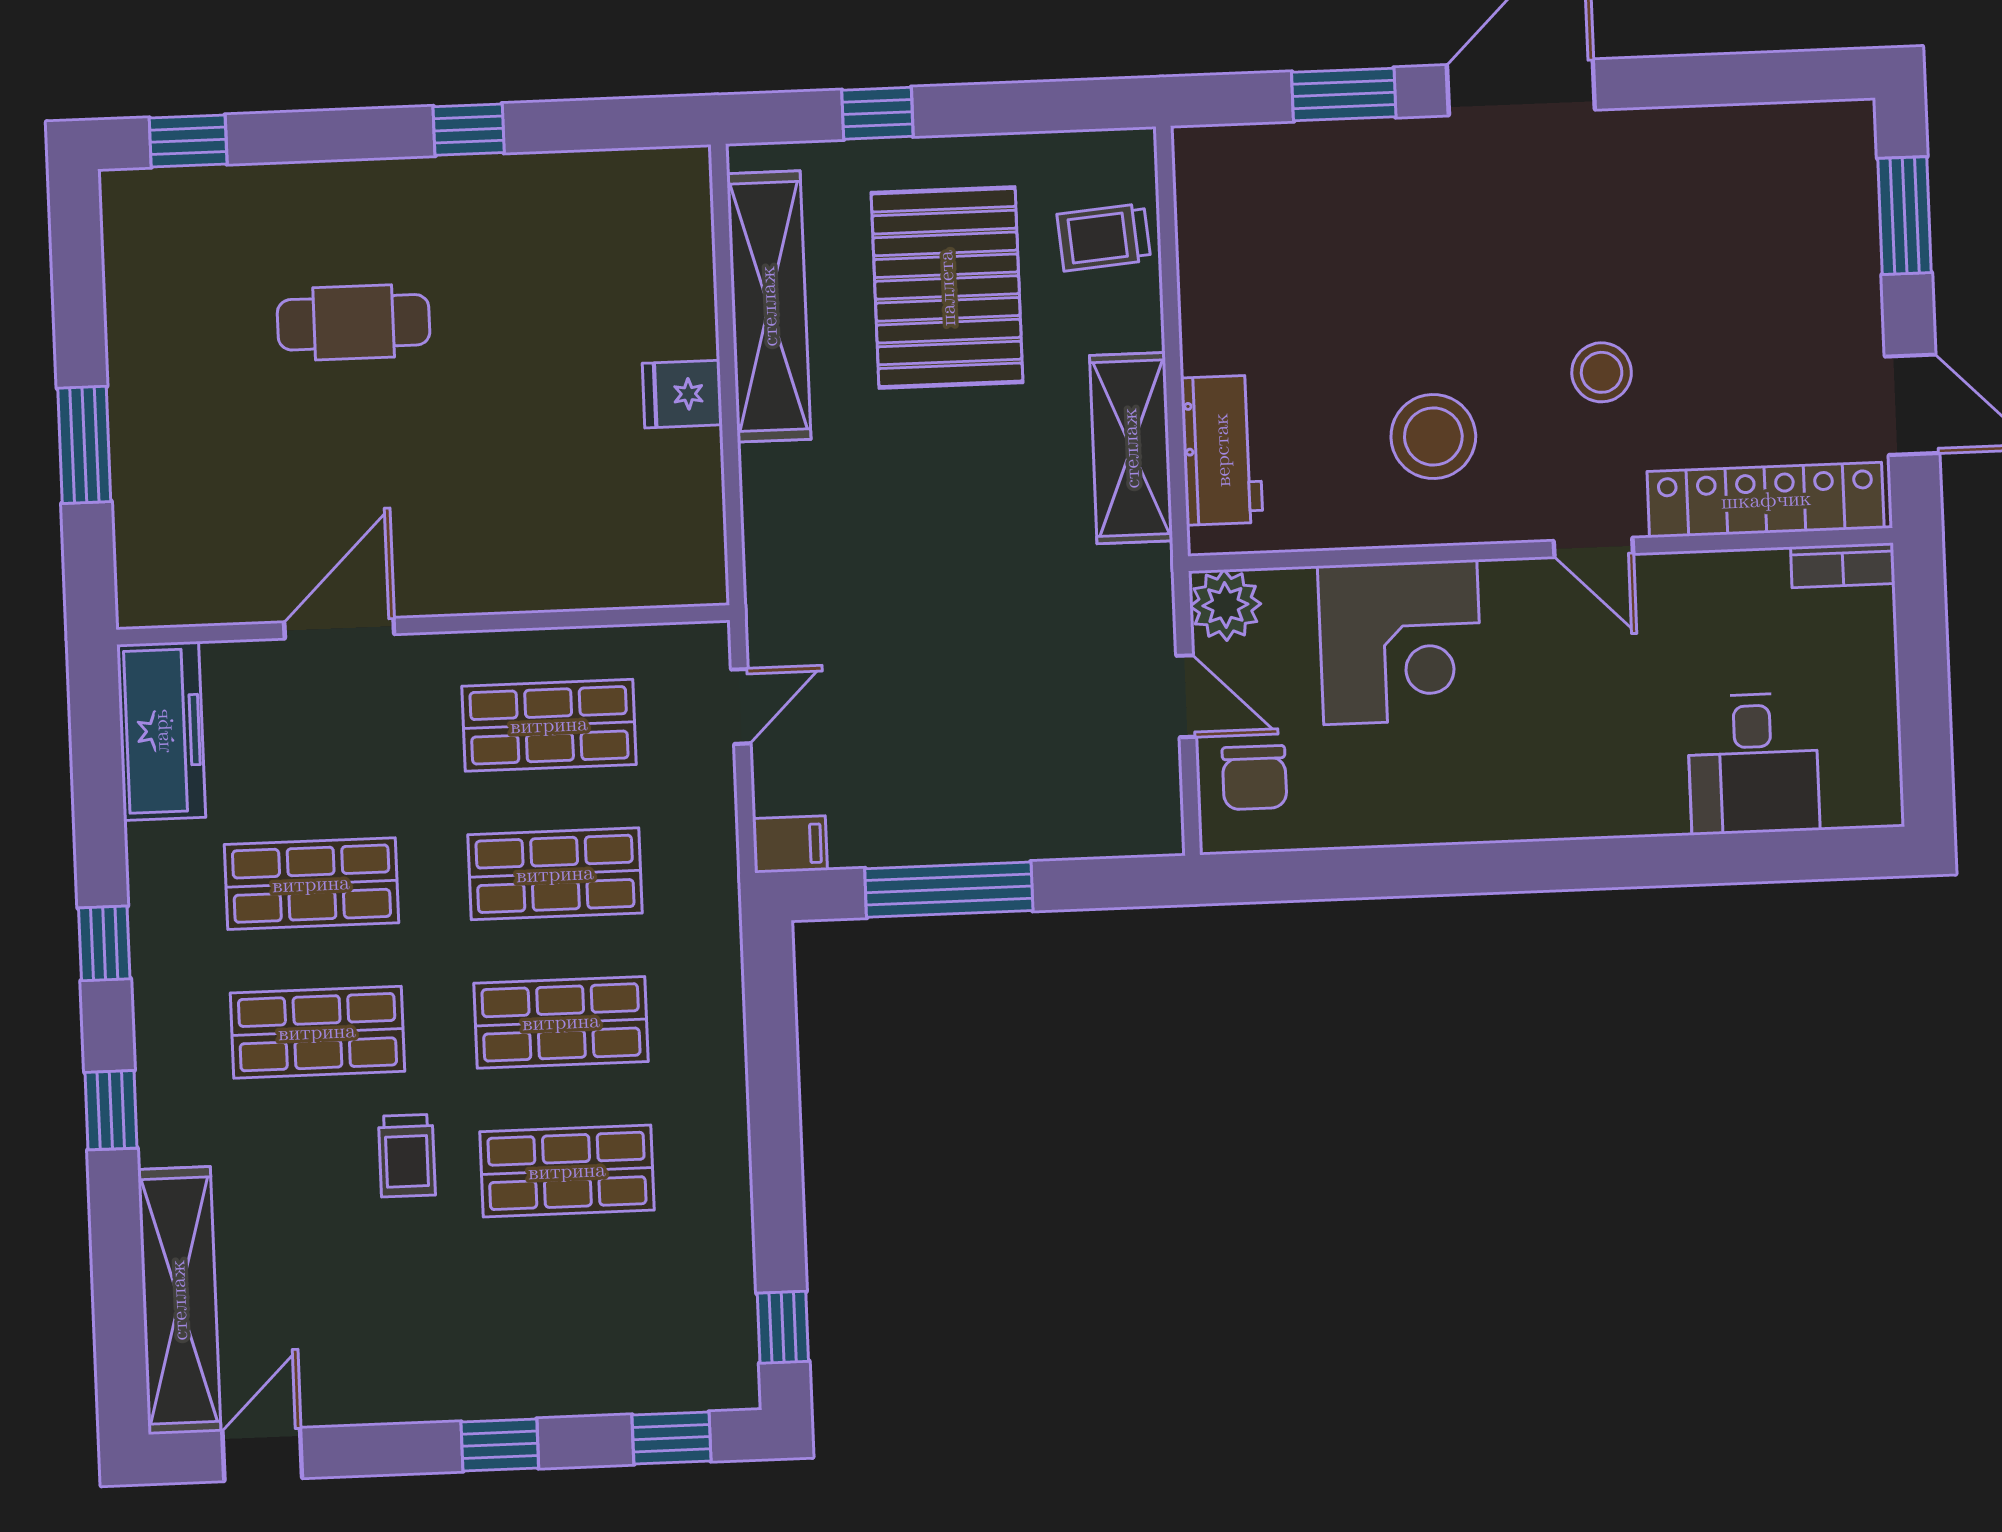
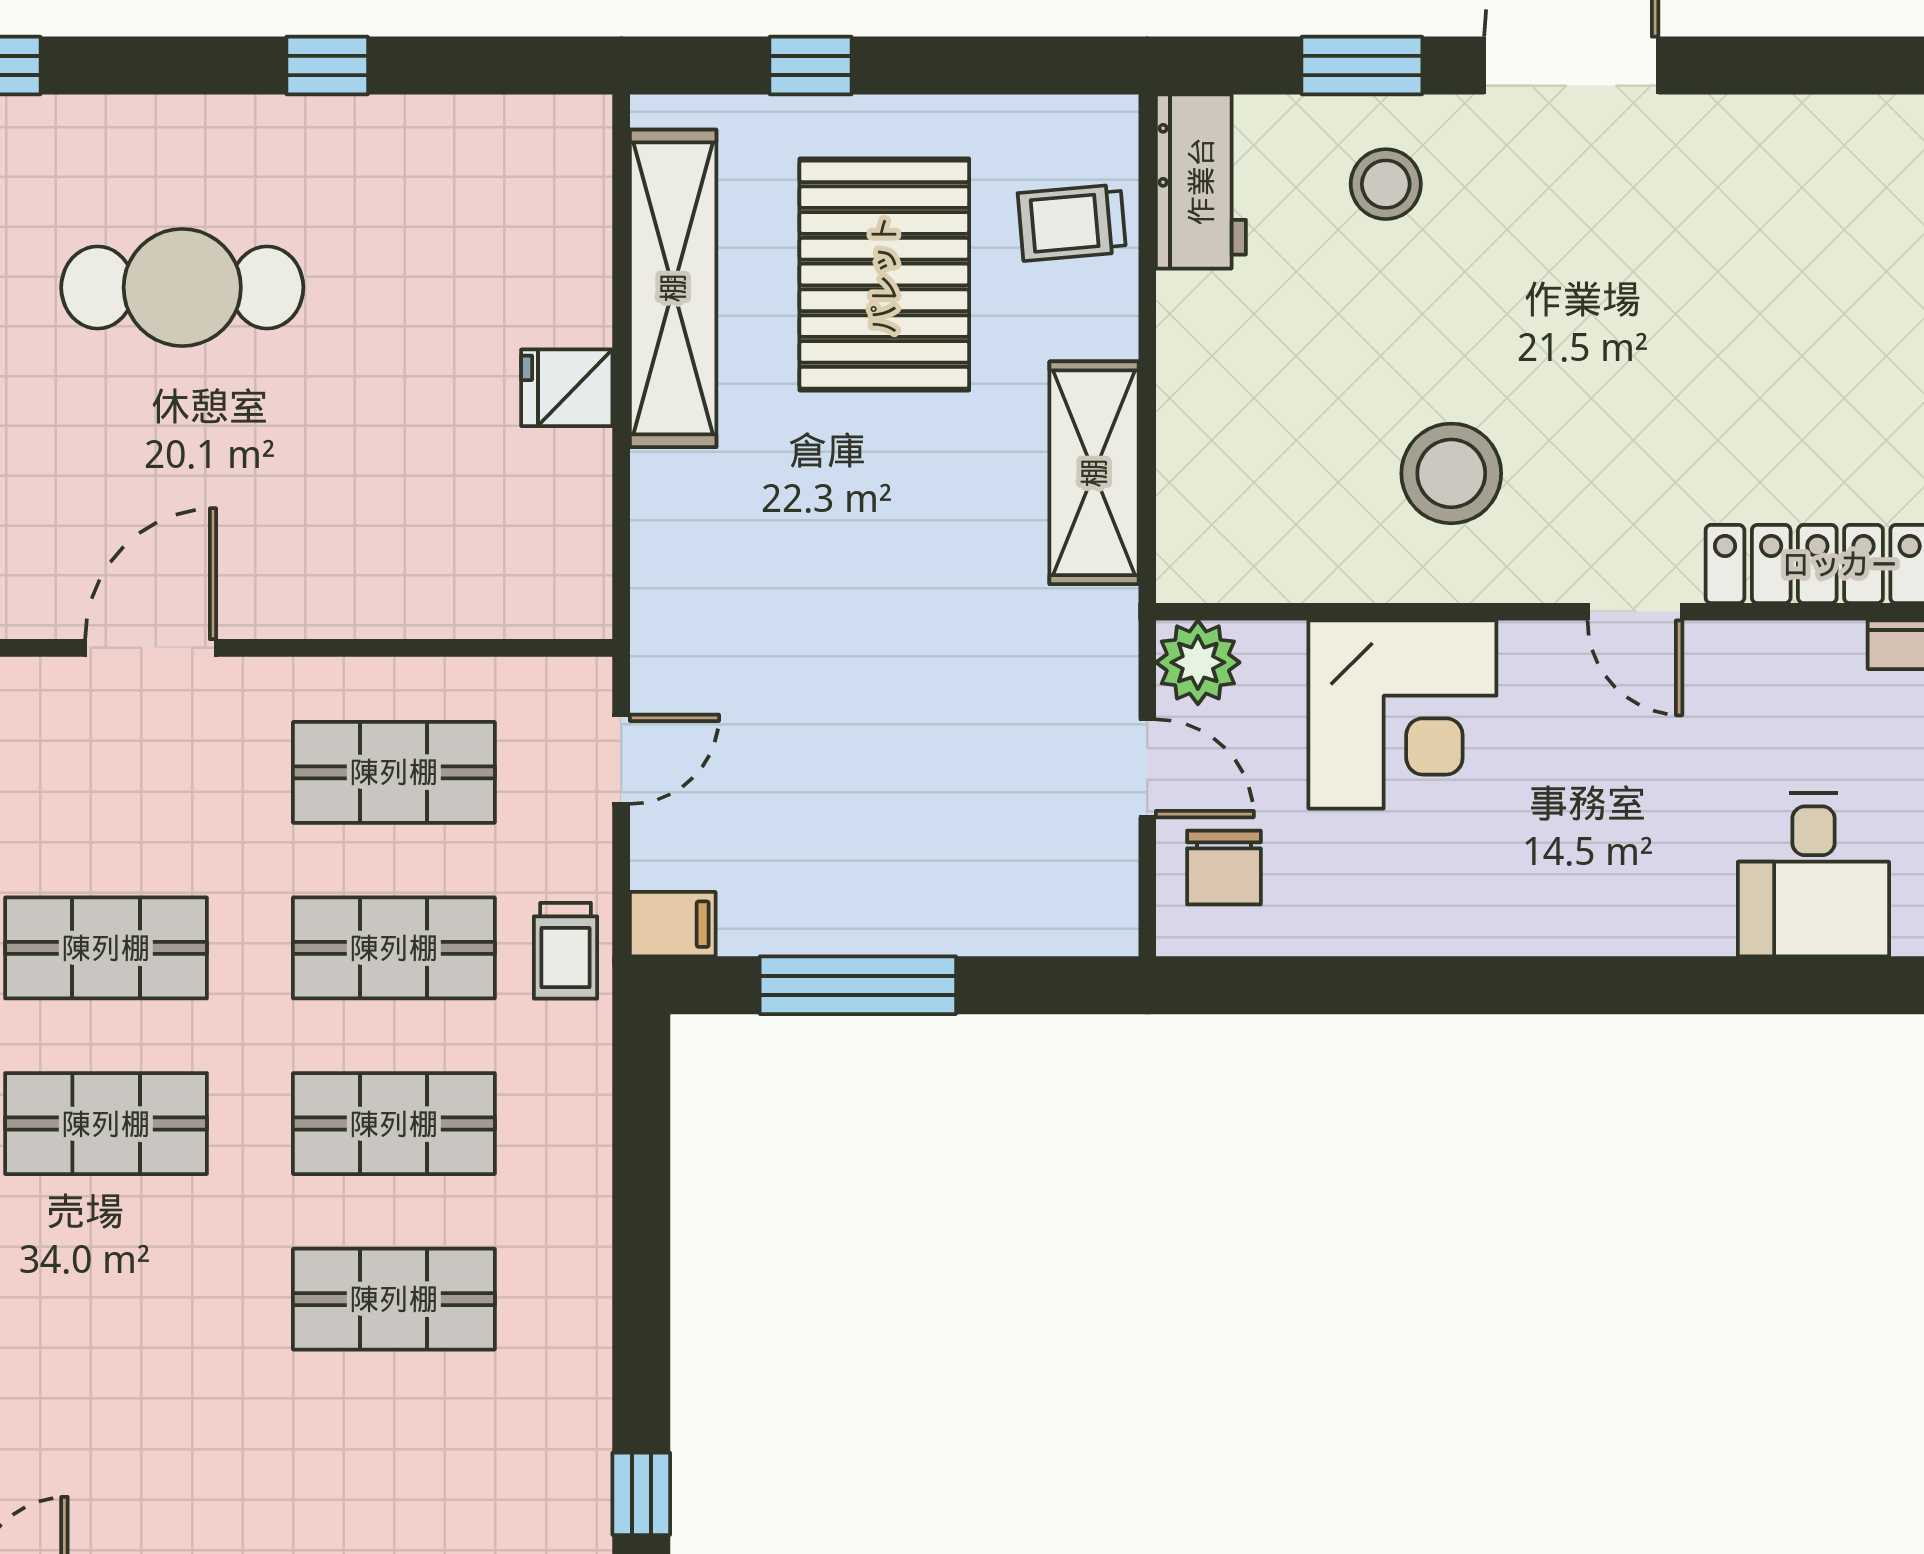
cafe table: (354, 322) -> (182, 287), width x1.37, depth x1.35
stool: (1602, 372) -> (1386, 184), moved
workbench: (1222, 450) -> (1201, 181), moved
trolley: (407, 1156) -> (566, 951), moved

